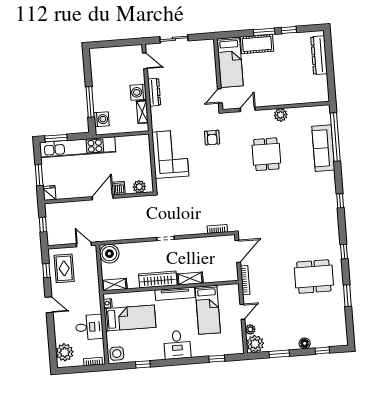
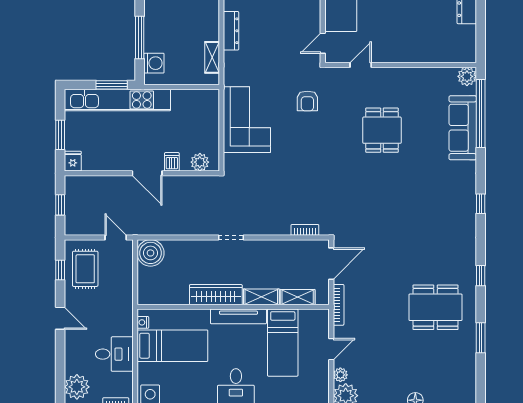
washing machine: (138, 92) -> (209, 29), removed
plant: (281, 115) -> (467, 76), moved
window: (56, 138) -> (112, 85), moved
door: (103, 197) -> (147, 173), swing flipped
shelving: (114, 285) -> (298, 297), moved

